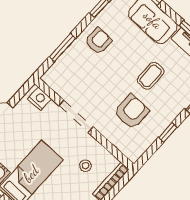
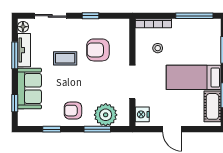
plant: (68, 66) -> (106, 115), added

